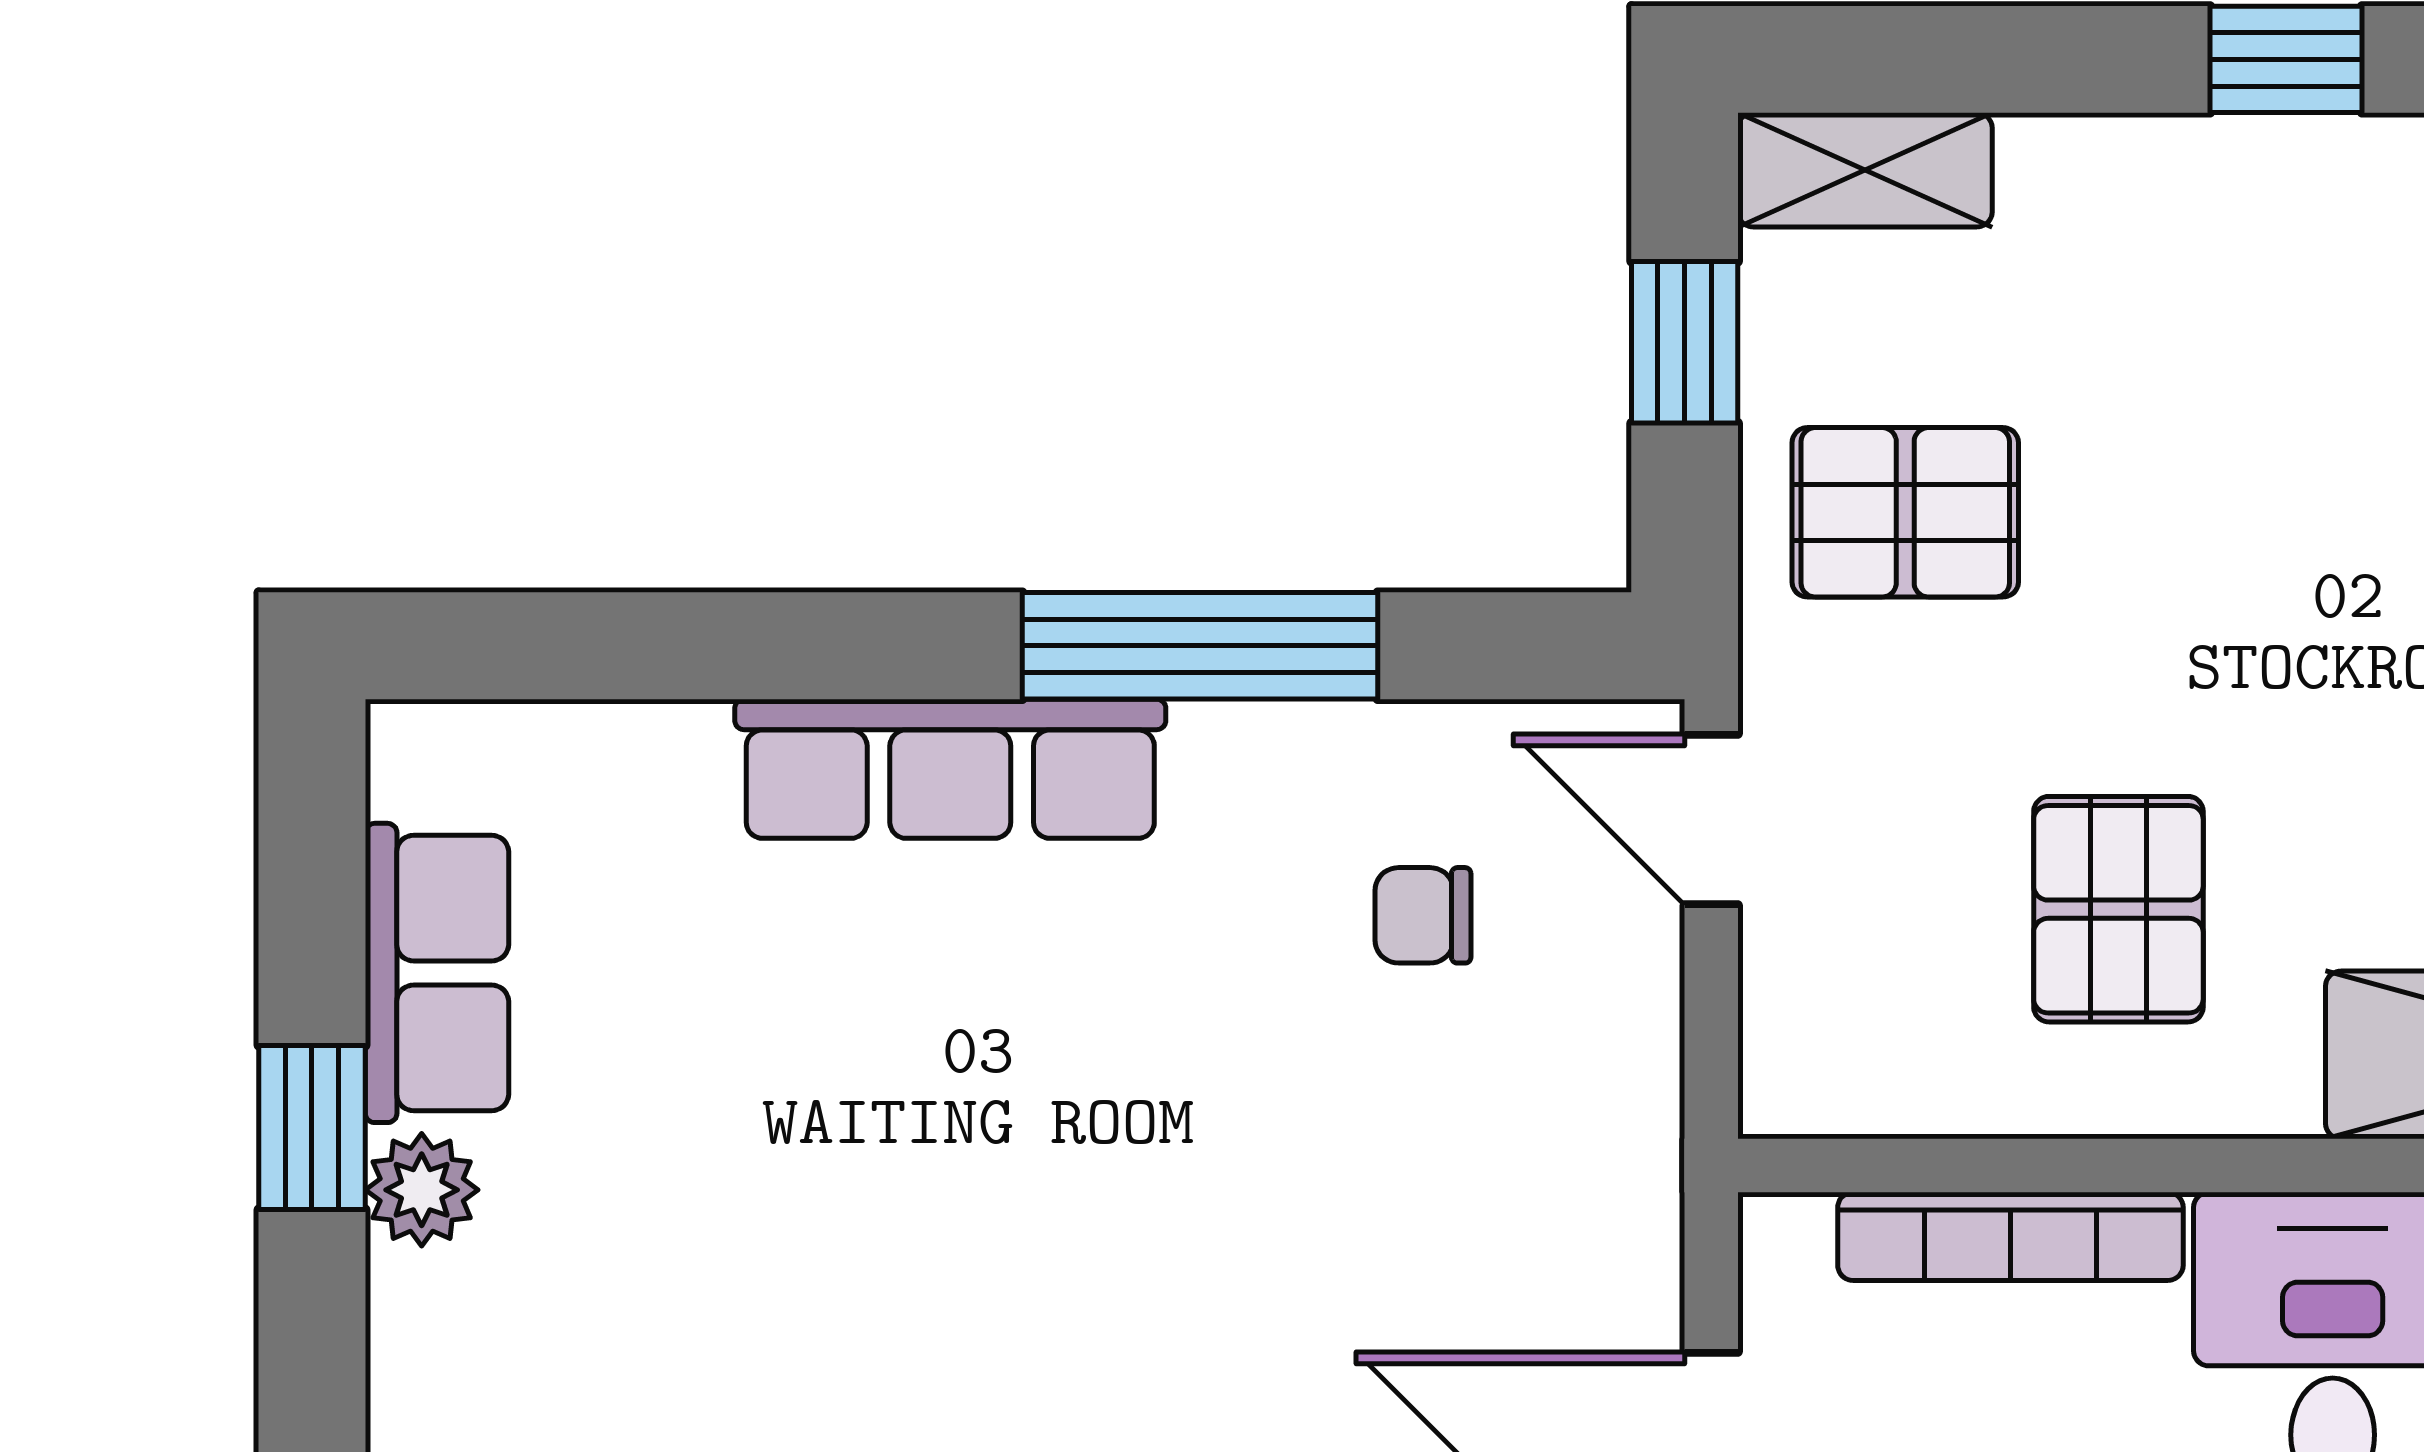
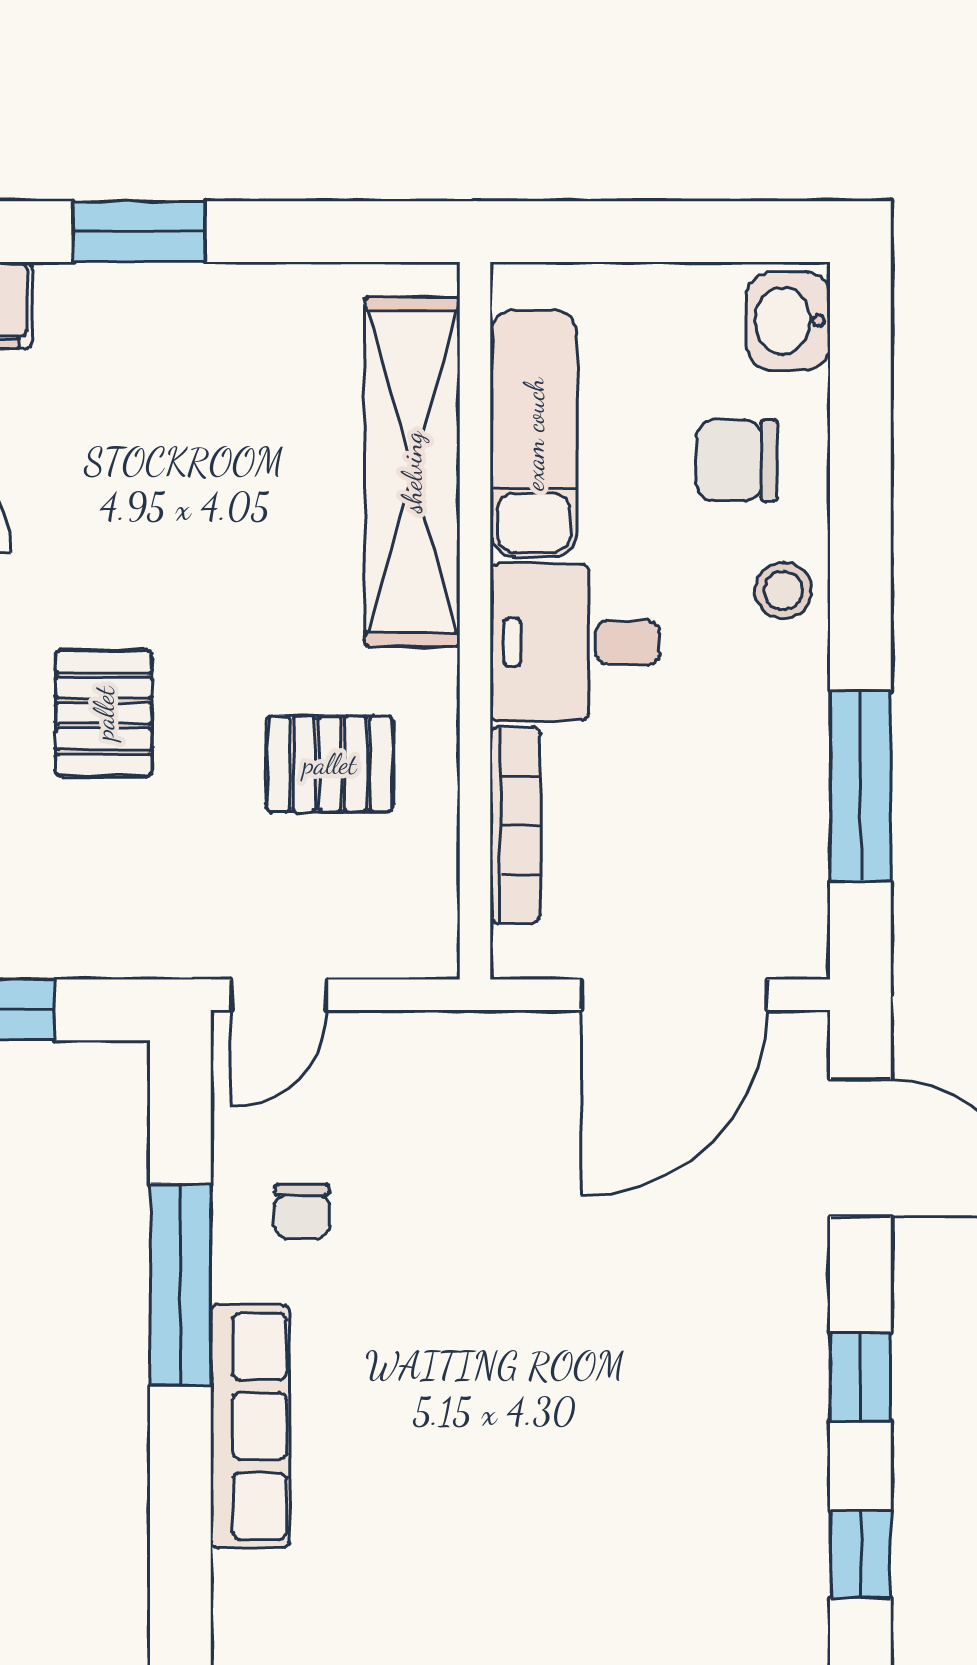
pallet: (1905, 512) -> (104, 713), moved
chair: (1423, 915) -> (302, 1211), moved

